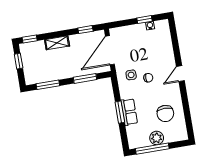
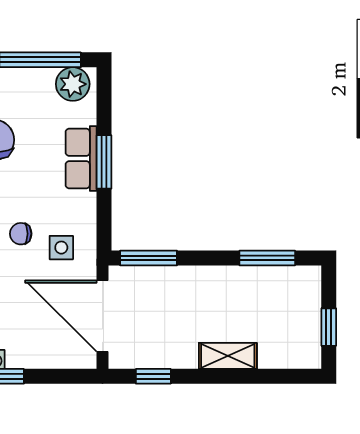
window: (30, 39) -> (293, 376), removed
door: (110, 50) -> (103, 316), swing flipped
window: (85, 78) -> (149, 258), moved
plant: (157, 138) -> (73, 84), moved

